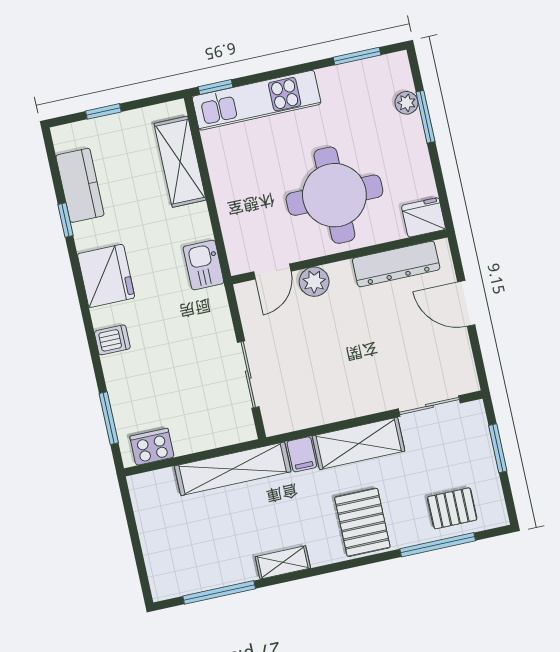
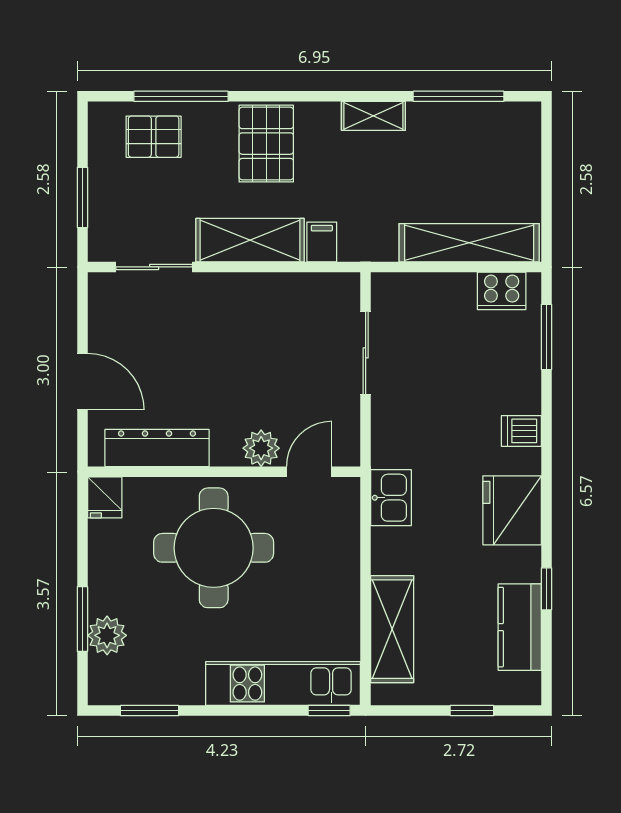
plant: (406, 103) -> (107, 635), width x1.38, depth x1.38
fridge: (424, 217) -> (105, 497), width x0.72
shelving: (233, 469) -> (469, 243), moved

